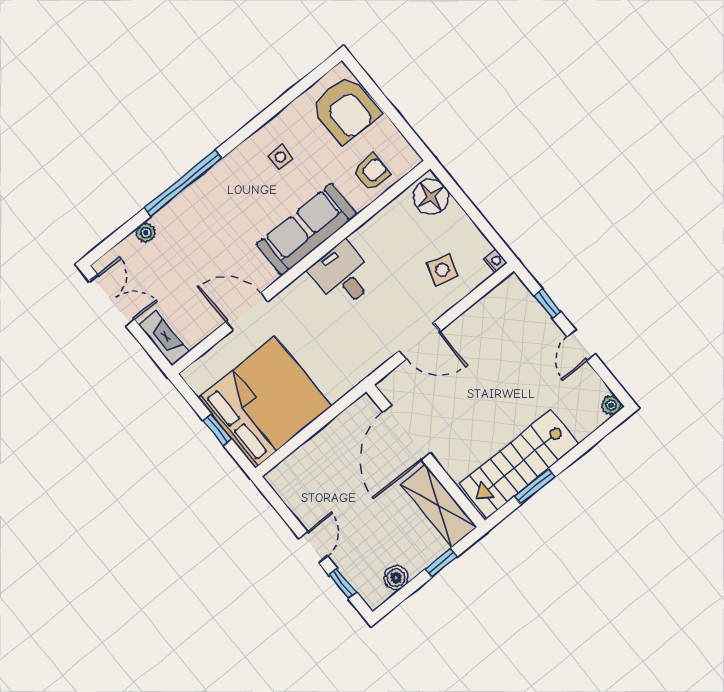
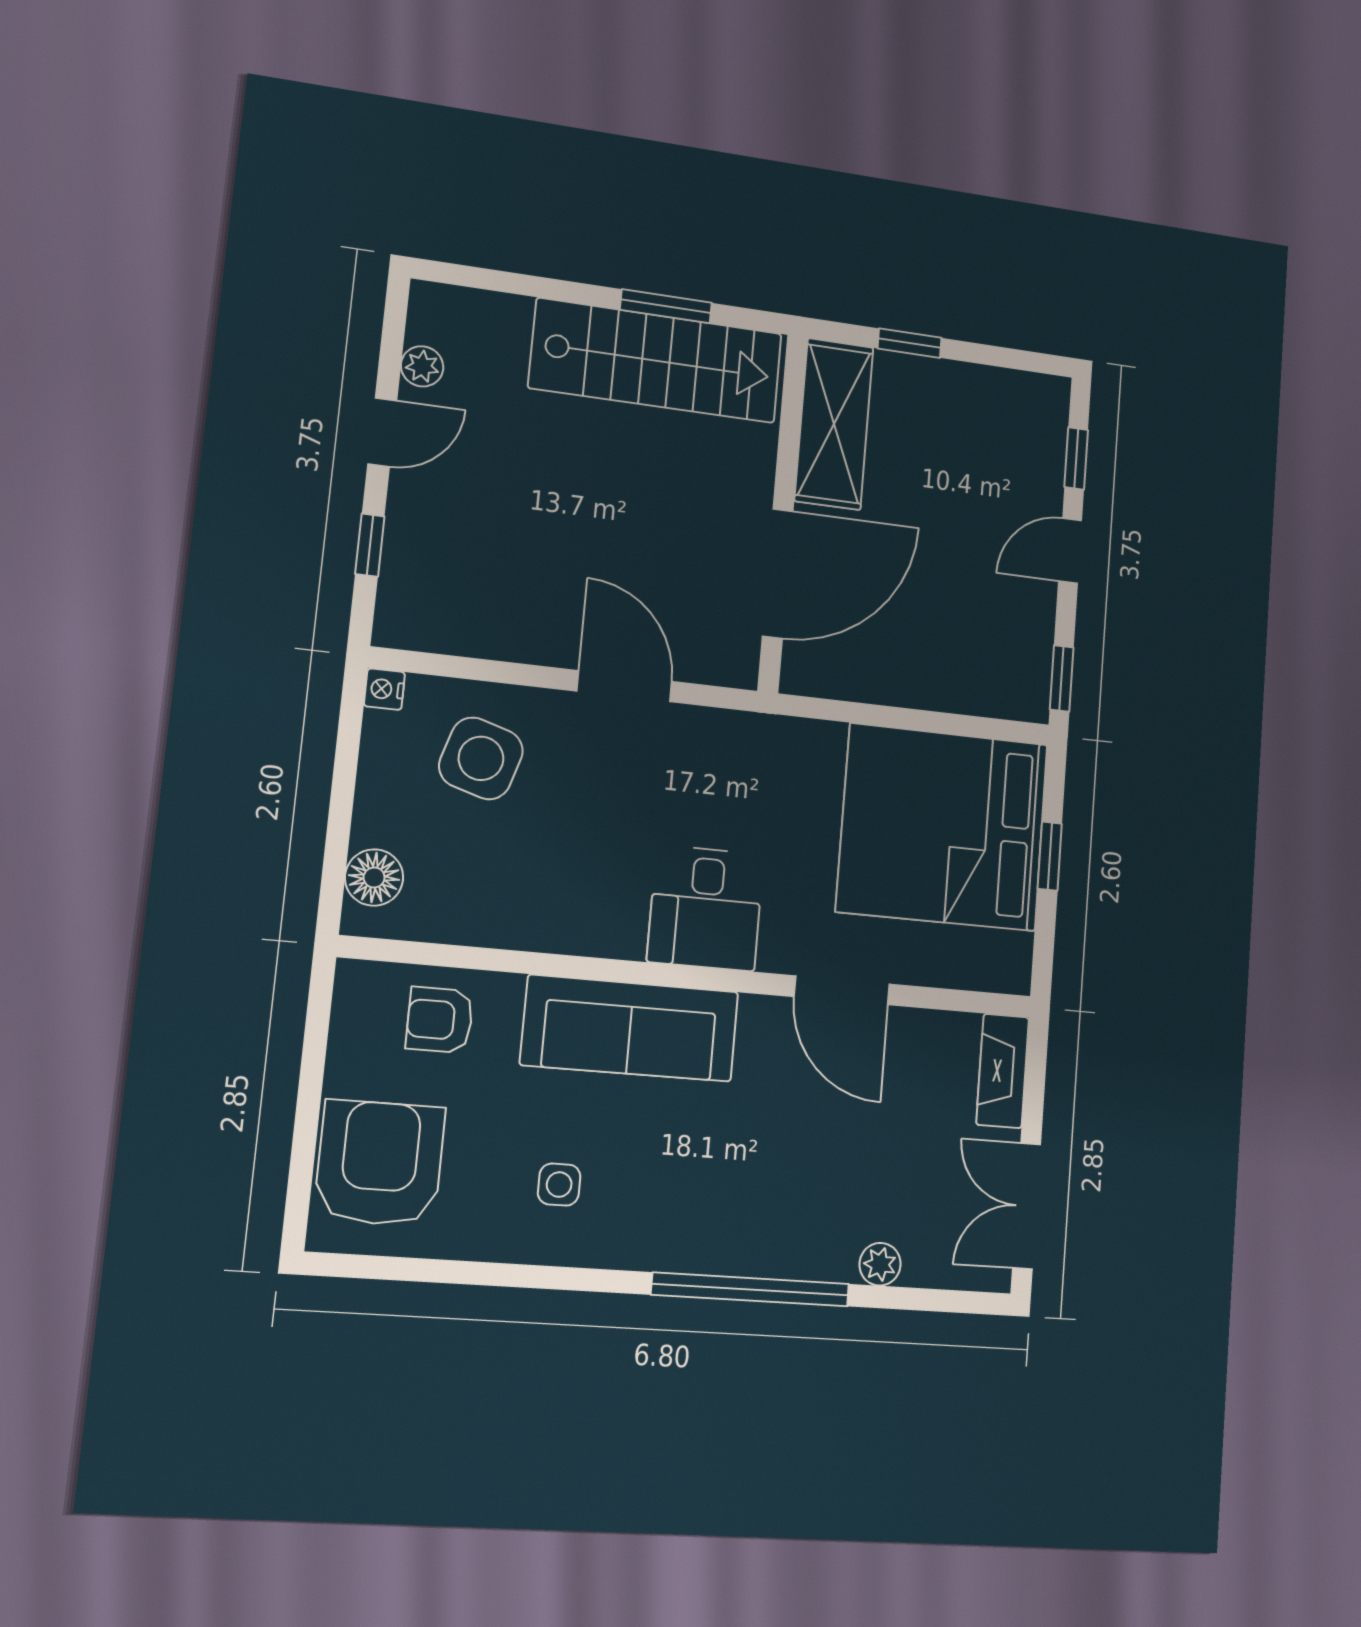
floor lamp: (431, 197) -> (374, 877), width x0.73, depth x0.73
side table: (442, 270) -> (481, 758), width x1.37, depth x1.37
desk: (343, 275) -> (706, 908), moved
plant: (611, 405) -> (422, 366), moved
window: (273, 498) -> (1062, 678), added
boiler: (396, 578) -> (994, 389), removed

